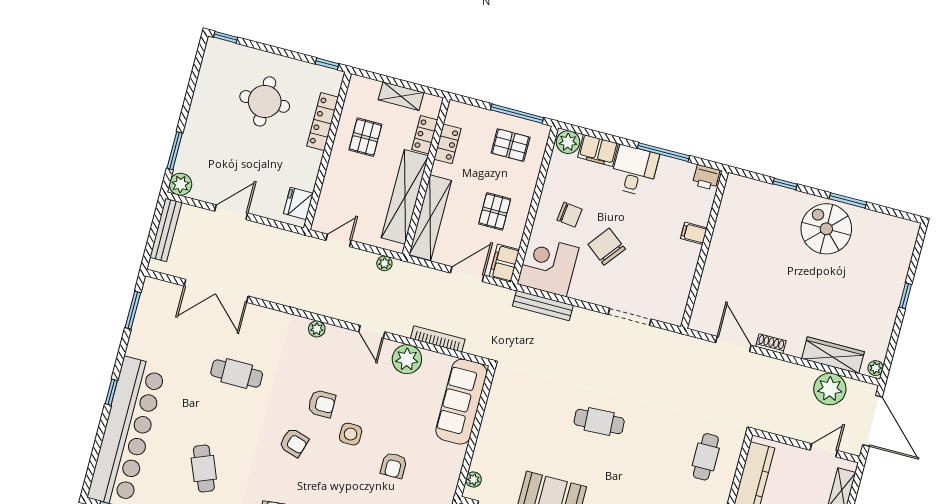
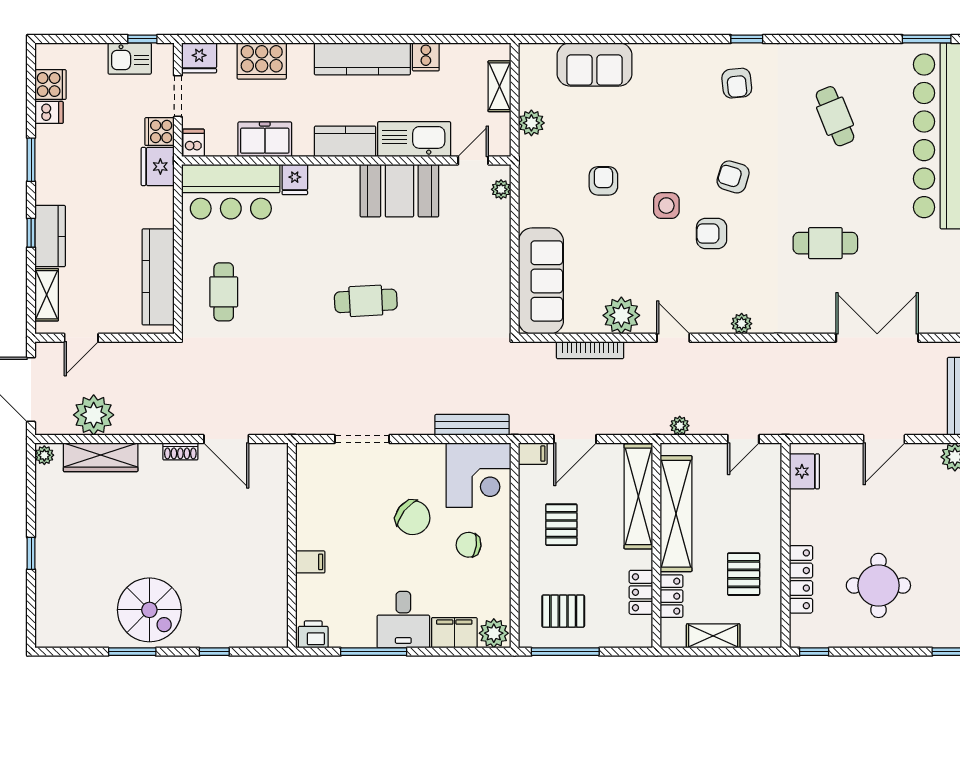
filing cabinet: (504, 263) -> (533, 454), width x0.50

